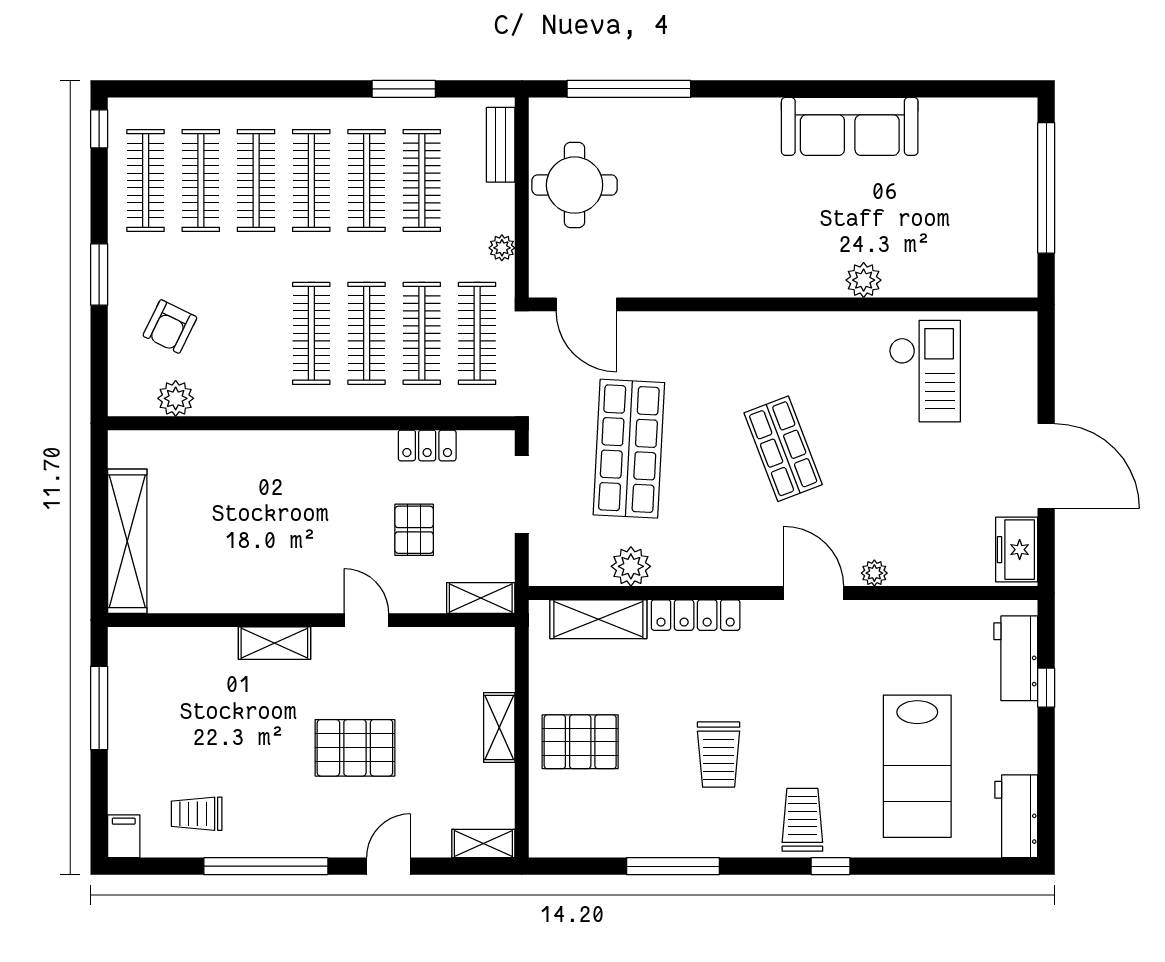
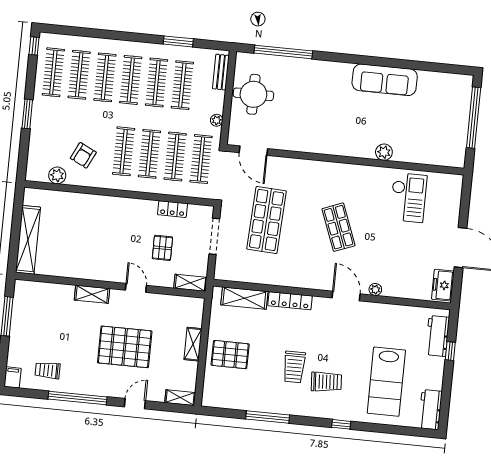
armchair: (170, 327) -> (83, 155), moved
plant: (631, 566) -> (262, 275), removed
pallet: (355, 748) -> (125, 347), width x1.37, depth x1.41
trolley: (802, 820) -> (326, 382), moved, turned 86

